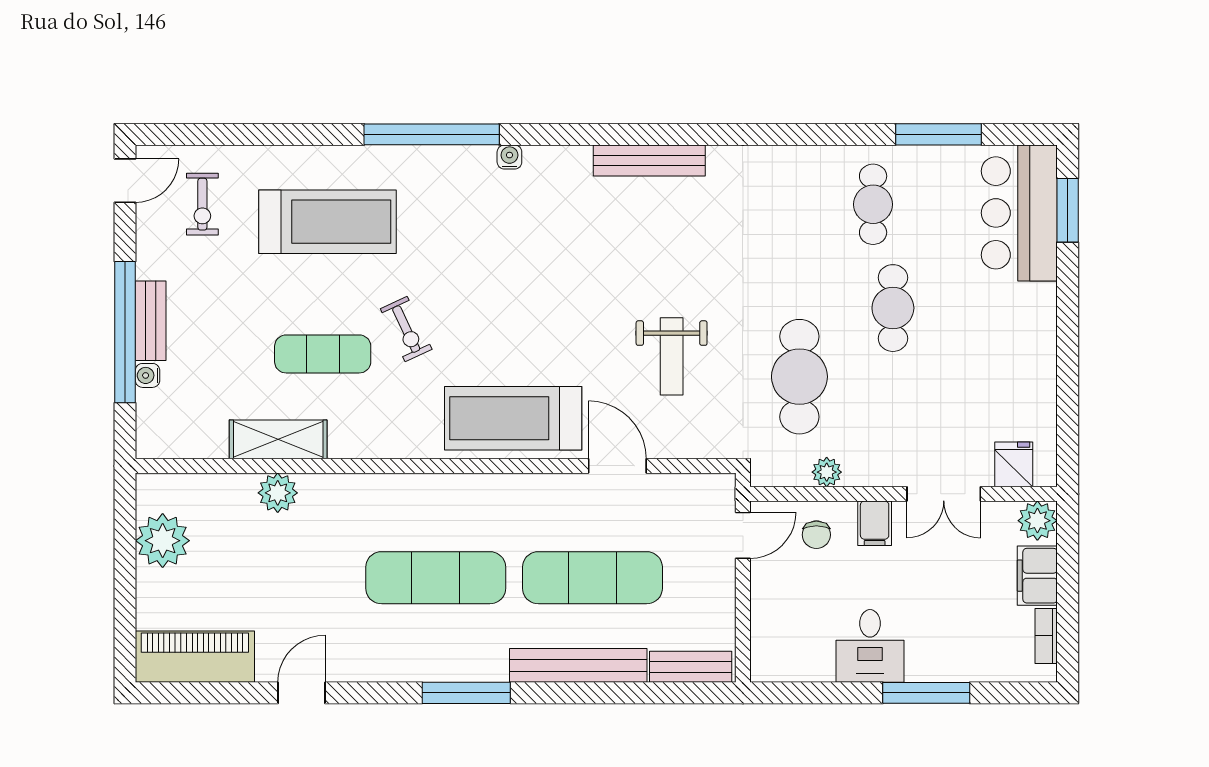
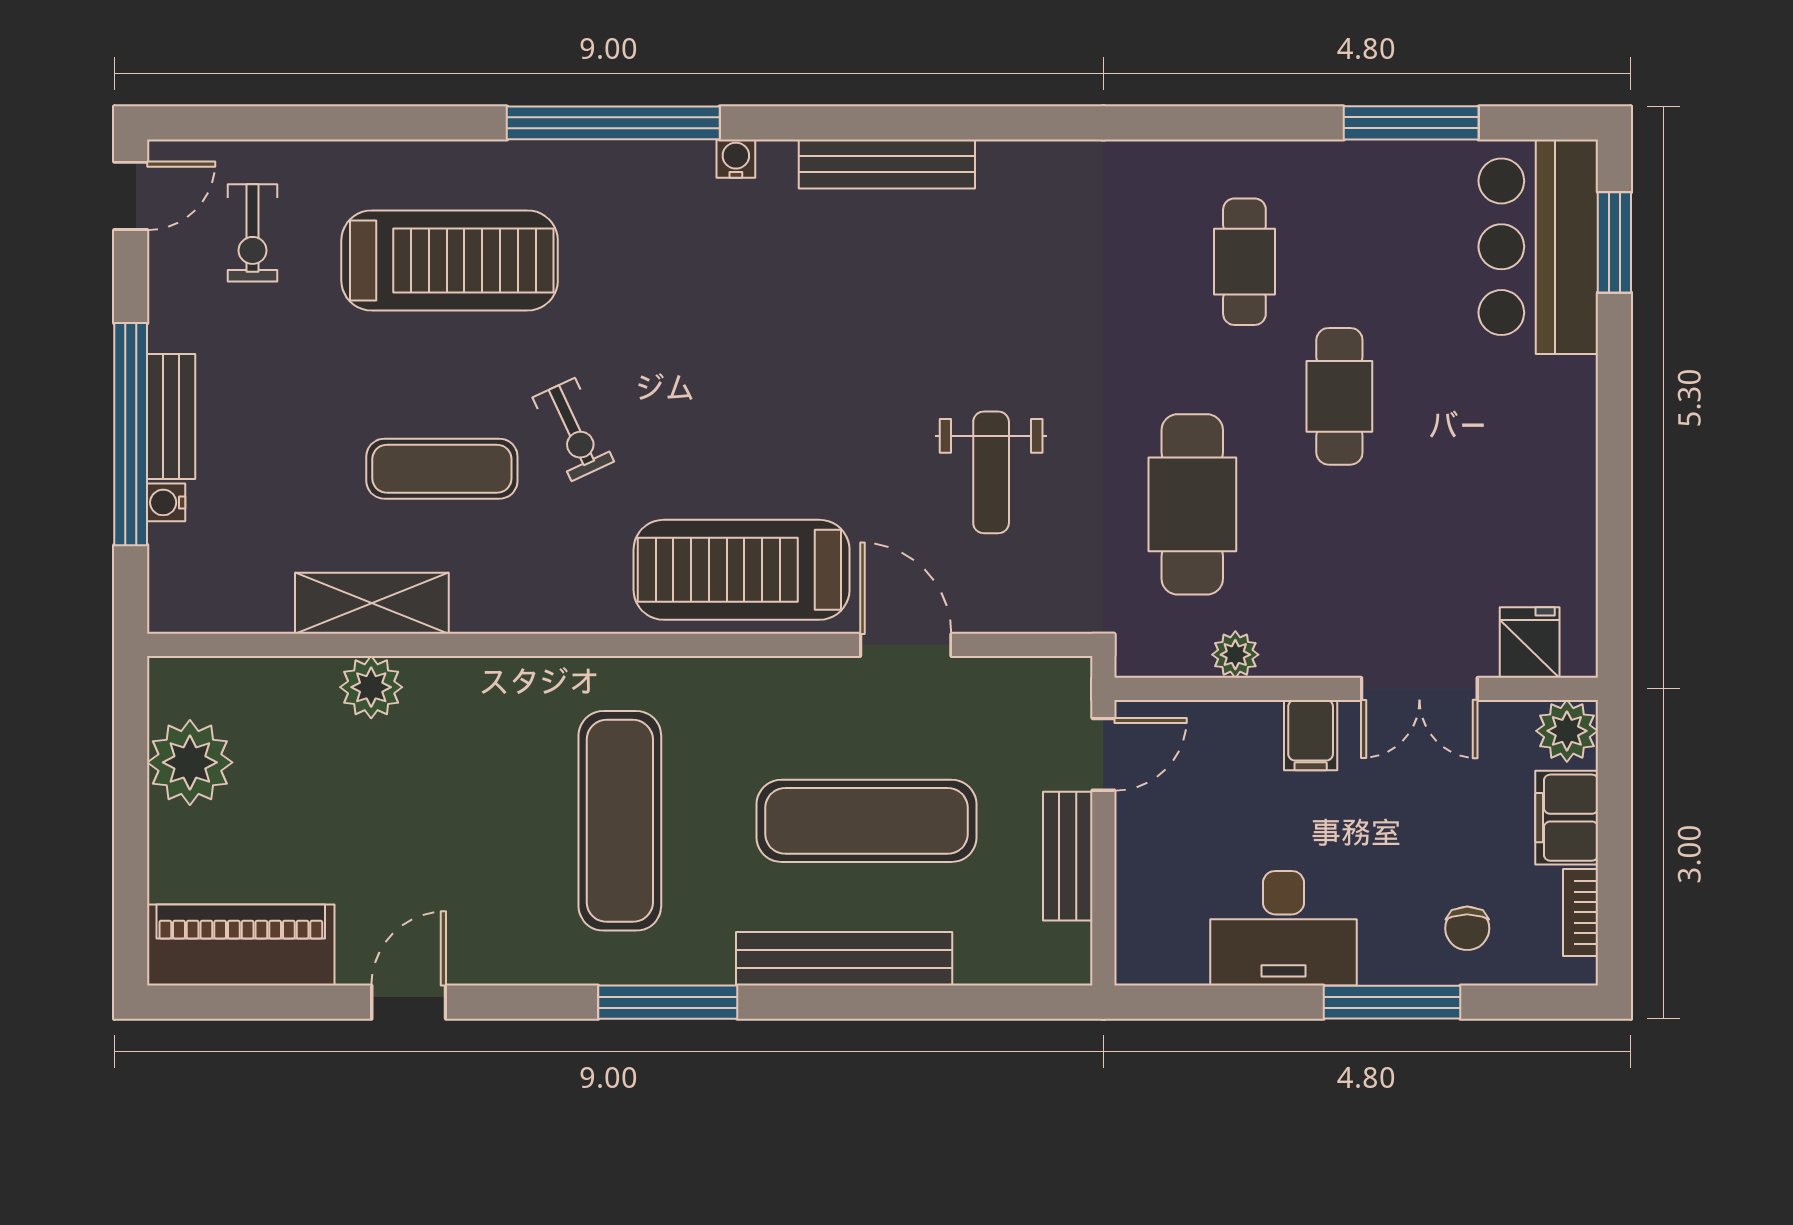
bench: (649, 160) -> (887, 164), moved
cafe table: (873, 204) -> (1244, 262), moved
chair: (816, 535) -> (1467, 928), moved
exercise mat: (436, 578) -> (620, 821), turned 90
desk: (870, 646) -> (1284, 928), width x1.37
bench: (691, 667) -> (1068, 856), moved, turned 90

